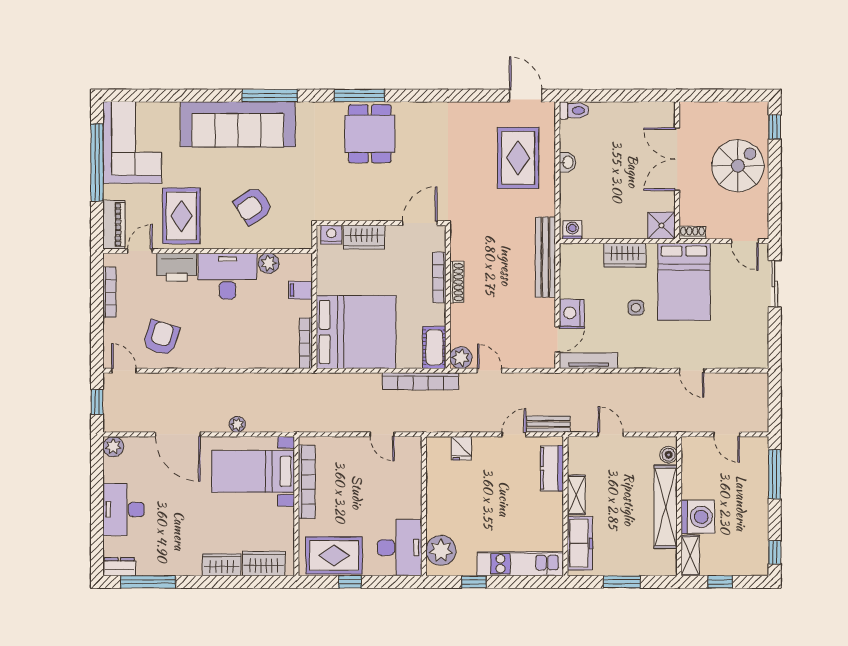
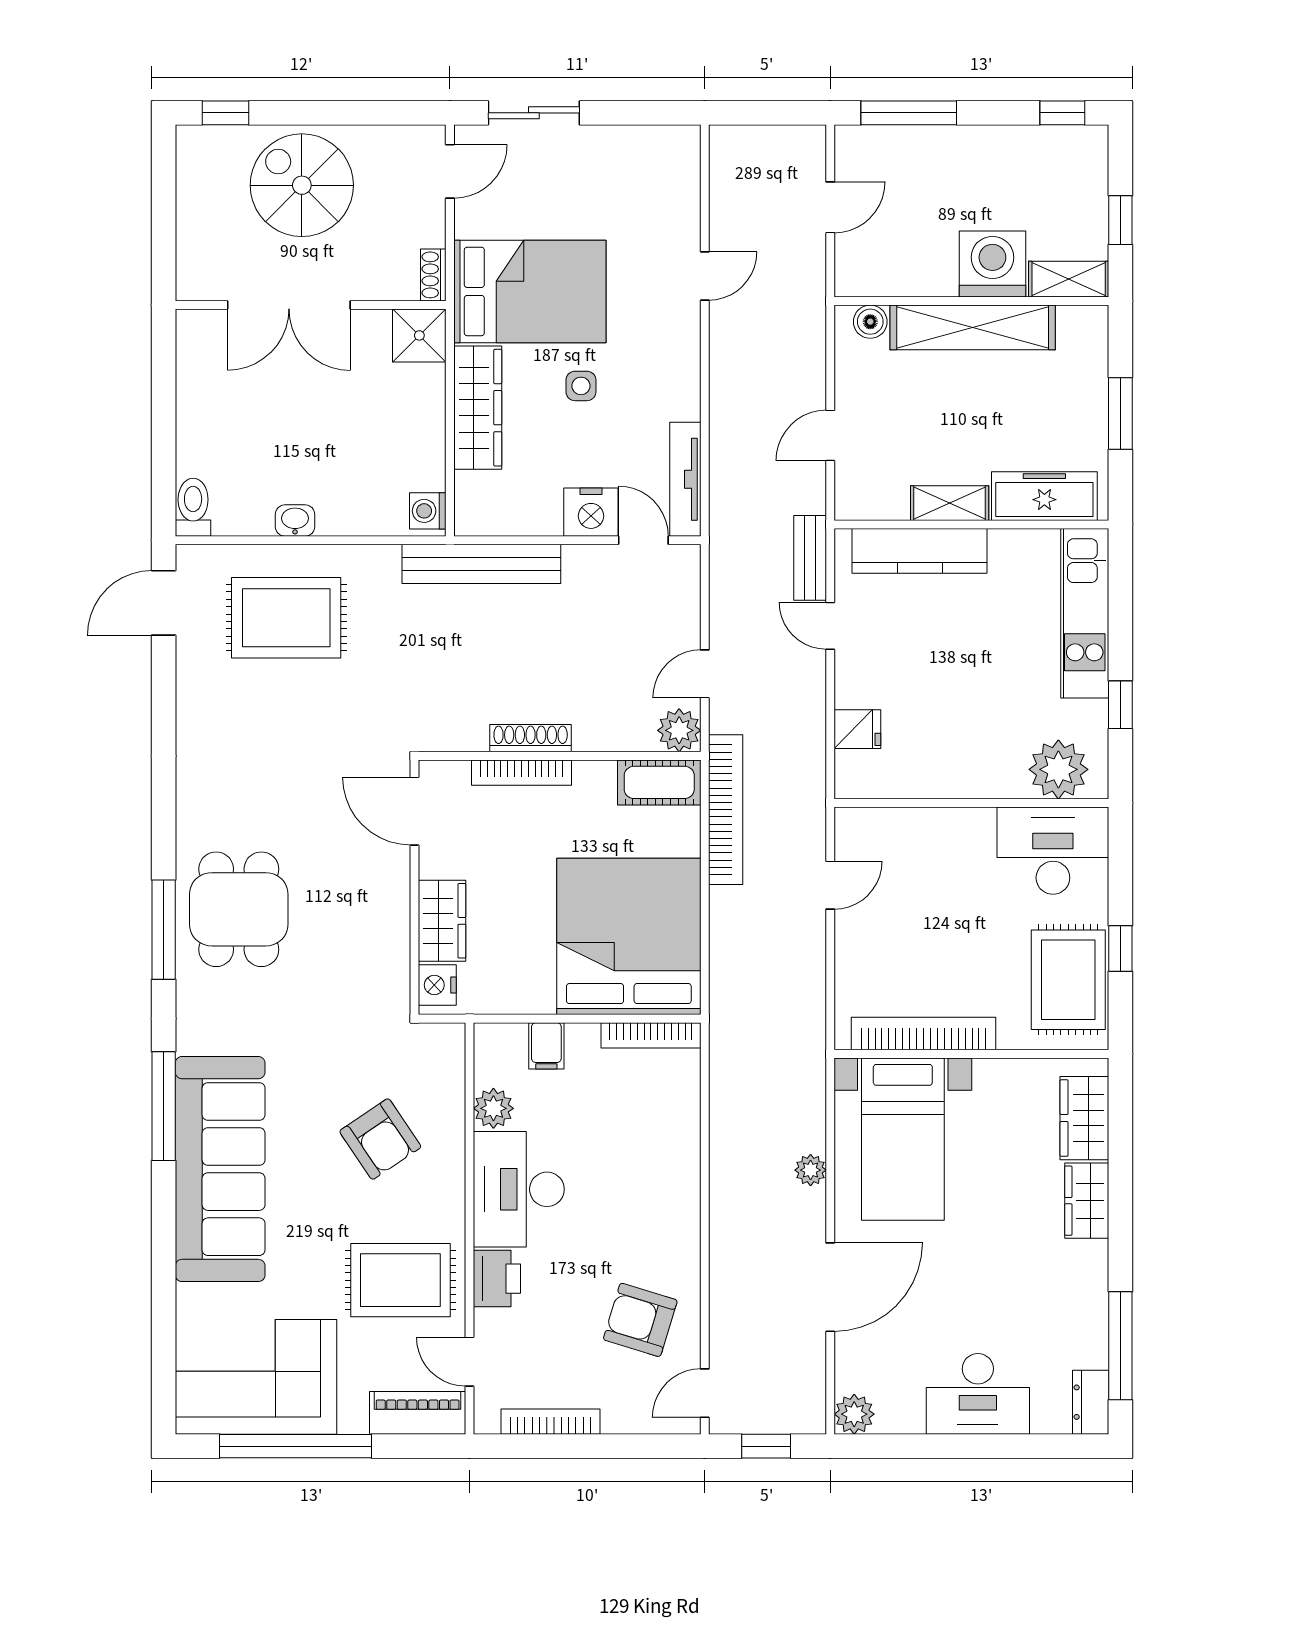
dining table: (370, 134) -> (239, 909), turned 90
wardrobe: (625, 255) -> (478, 408), width x1.50
printer: (177, 267) -> (497, 1279), width x0.73, depth x0.84
kitchen counter: (552, 468) -> (920, 551), width x1.50

